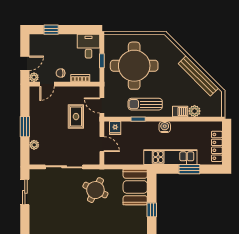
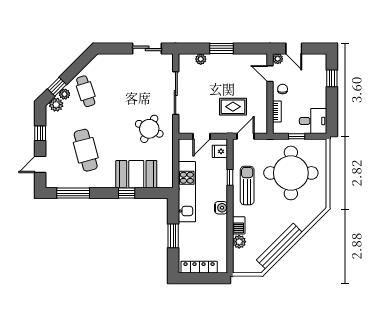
kitchen unit: (170, 157) -> (187, 192), moved
booth: (135, 187) -> (136, 174), moved

